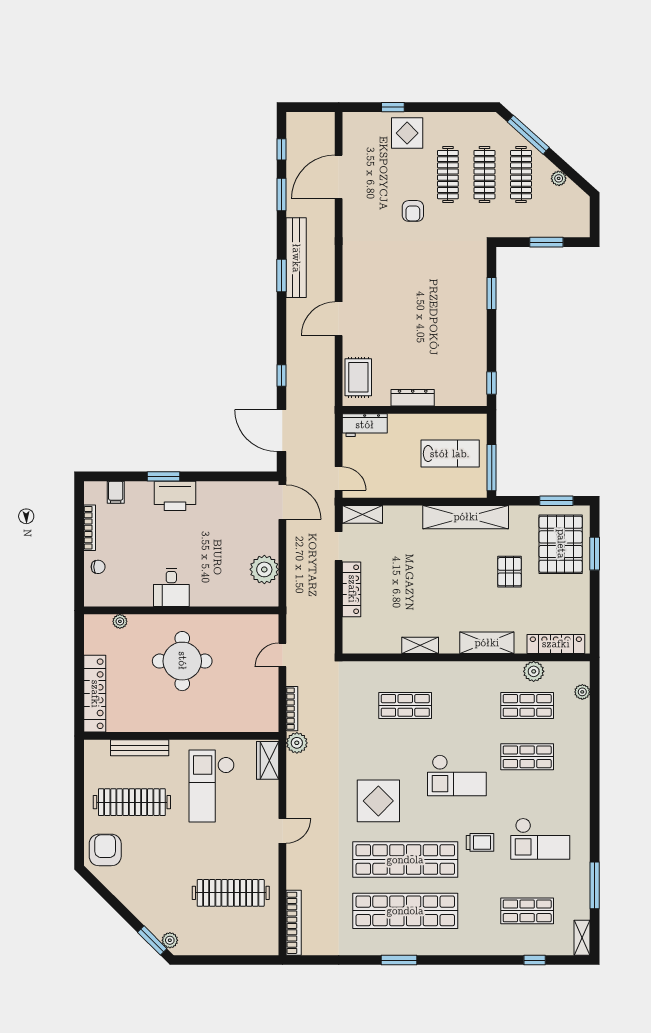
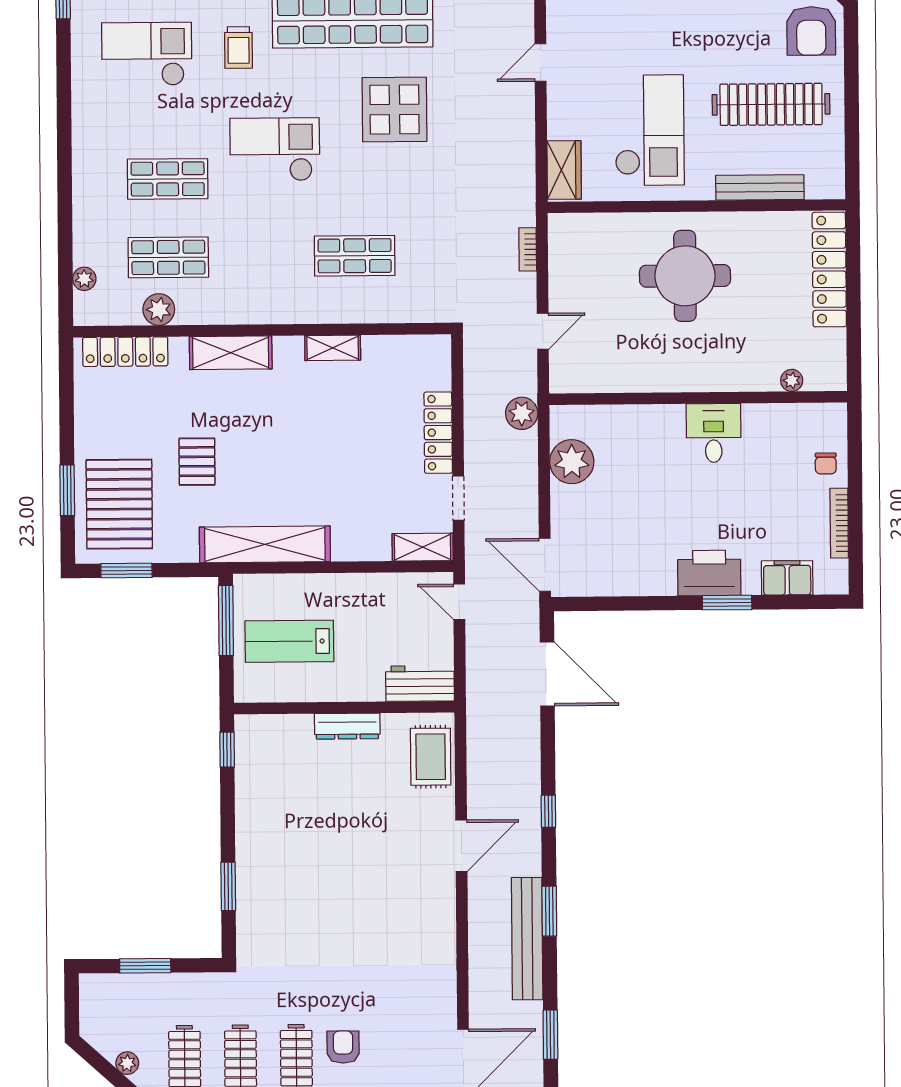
armchair: (413, 211) -> (343, 1047), moved
window: (282, 375) -> (548, 811), moved
filing cabinet: (116, 492) -> (787, 578), width x2.00
chair: (98, 567) -> (826, 463), turned -90
round table: (182, 661) -> (685, 276), moved
bookcase: (292, 709) -> (528, 249), width x0.64
plant: (297, 743) -> (522, 413), moved
trolley: (480, 842) -> (239, 47), turned -90

